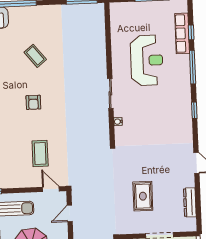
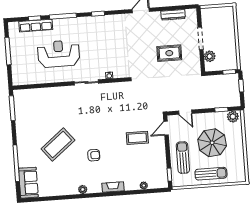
coffee table: (35, 56) -> (58, 145), width x1.86, depth x1.72
armchair: (33, 102) -> (94, 155), moved

